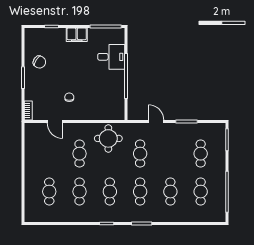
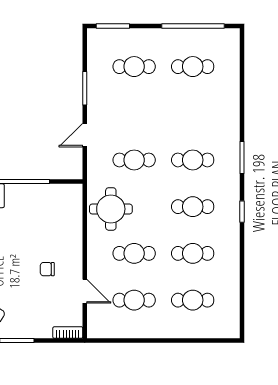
door: (55, 122) -> (85, 291), hinge flipped
cafe table: (170, 192) -> (134, 300), moved

